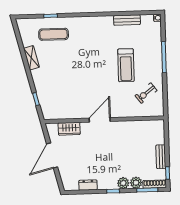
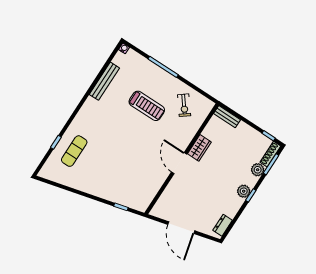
bench: (127, 20) -> (104, 81), width x1.36
shelving: (31, 58) -> (81, 185), removed
wardrobe: (69, 129) -> (199, 148), moved
bench: (161, 157) -> (227, 117), moved
plant: (123, 183) -> (244, 191), moved
dresser: (88, 185) -> (223, 225), moved

